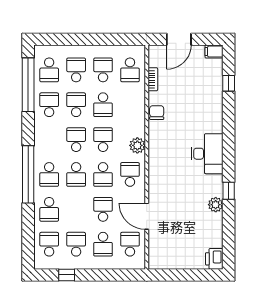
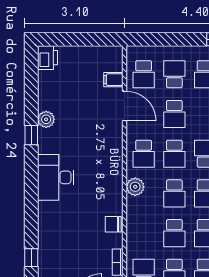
school desk: (103, 105) -> (174, 233), turned 180
chair: (157, 113) -> (113, 224), turned 90
school desk: (103, 174) -> (174, 154), turned 180
filing cabinet: (157, 240) -> (113, 80), added

